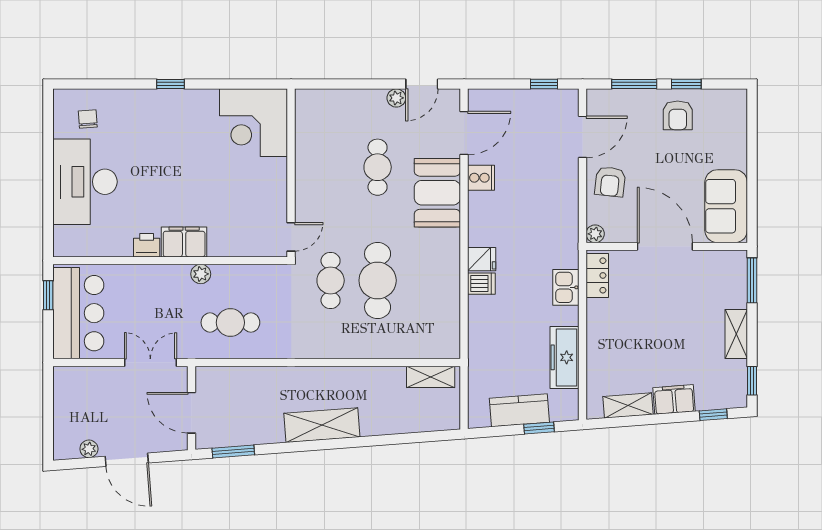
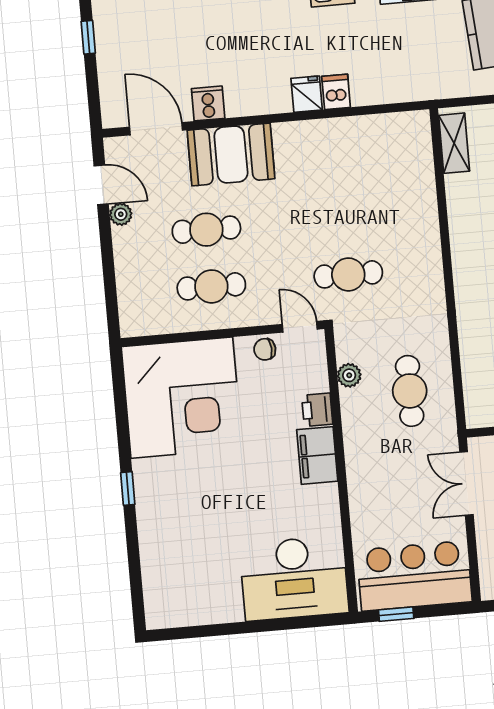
chair: (88, 119) -> (265, 349), moved
corner desk: (254, 123) -> (182, 398), width x1.36, depth x1.36
desk: (85, 182) -> (294, 578), moved
printer: (147, 245) -> (317, 410), moved
plant: (201, 274) -> (349, 375), moved
cafe table: (378, 280) -> (211, 286), moved, width x0.73, depth x0.74

